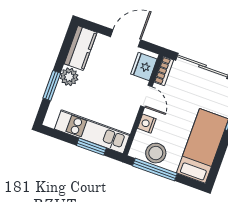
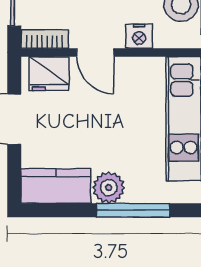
window: (52, 86) -> (133, 210), width x1.44
door: (146, 96) -> (95, 52), swing flipped

